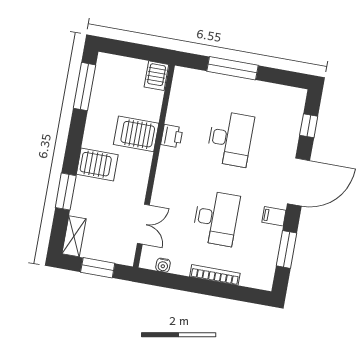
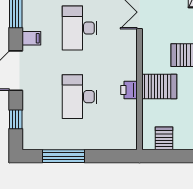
window: (232, 68) -> (63, 156), moved
server rack: (156, 76) -> (164, 138), moved

